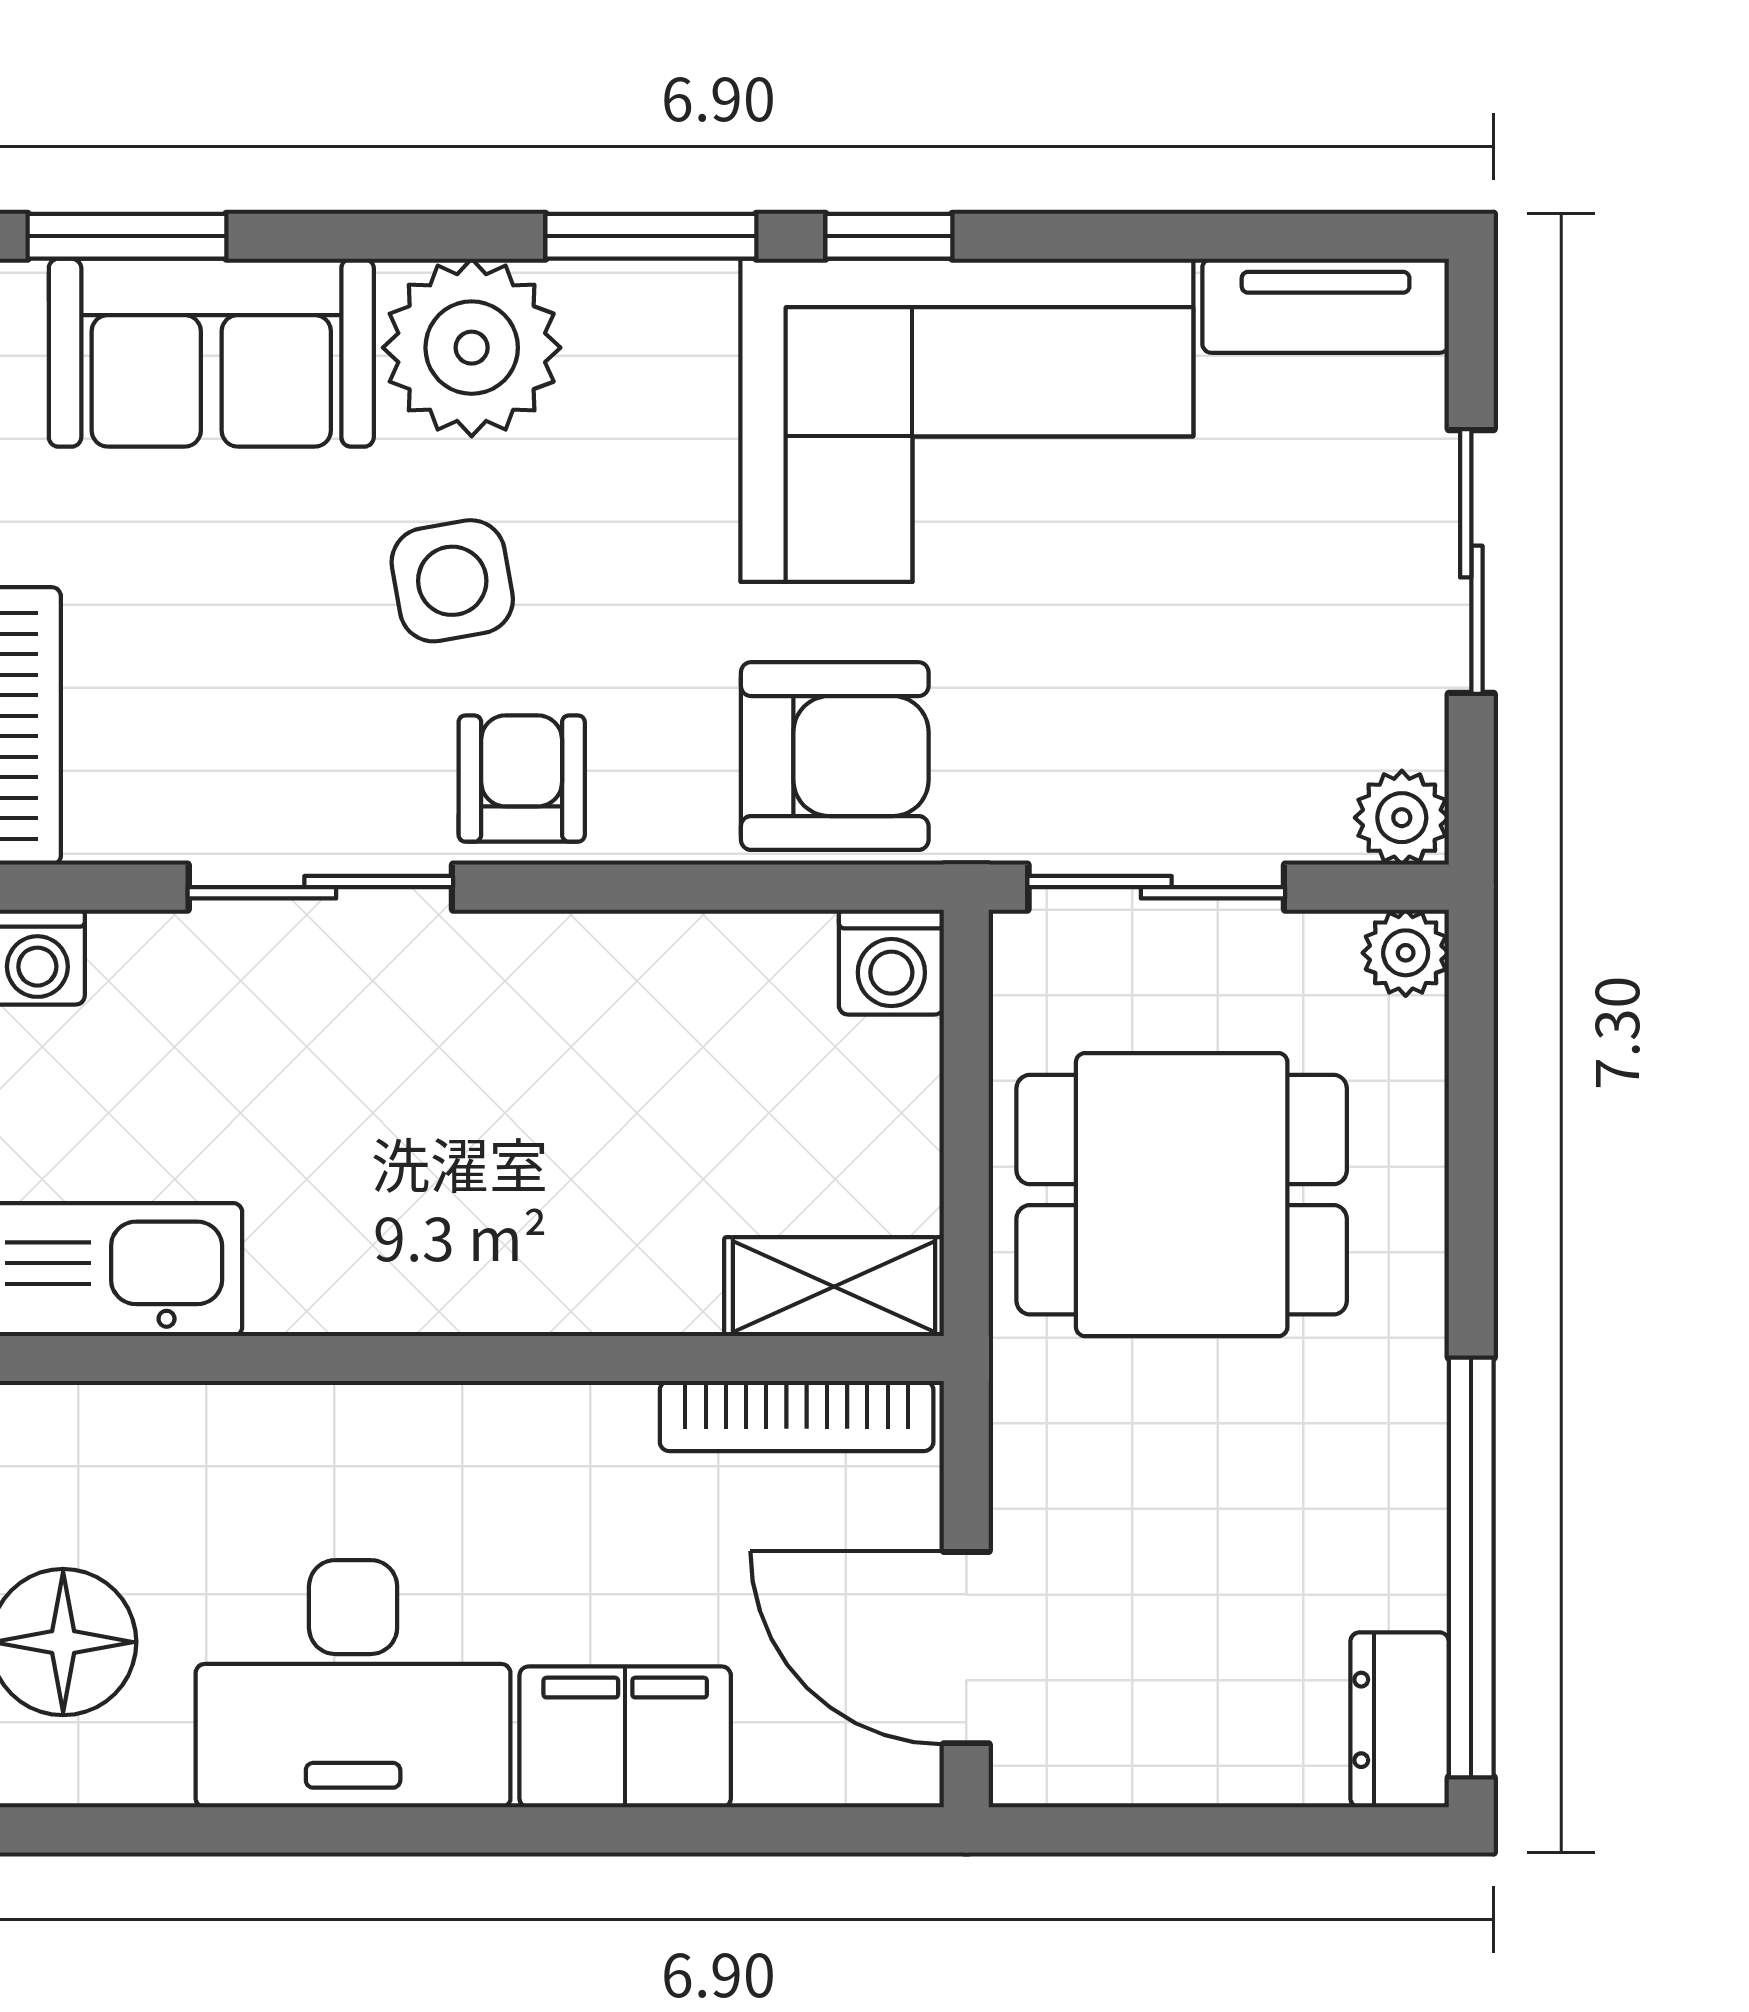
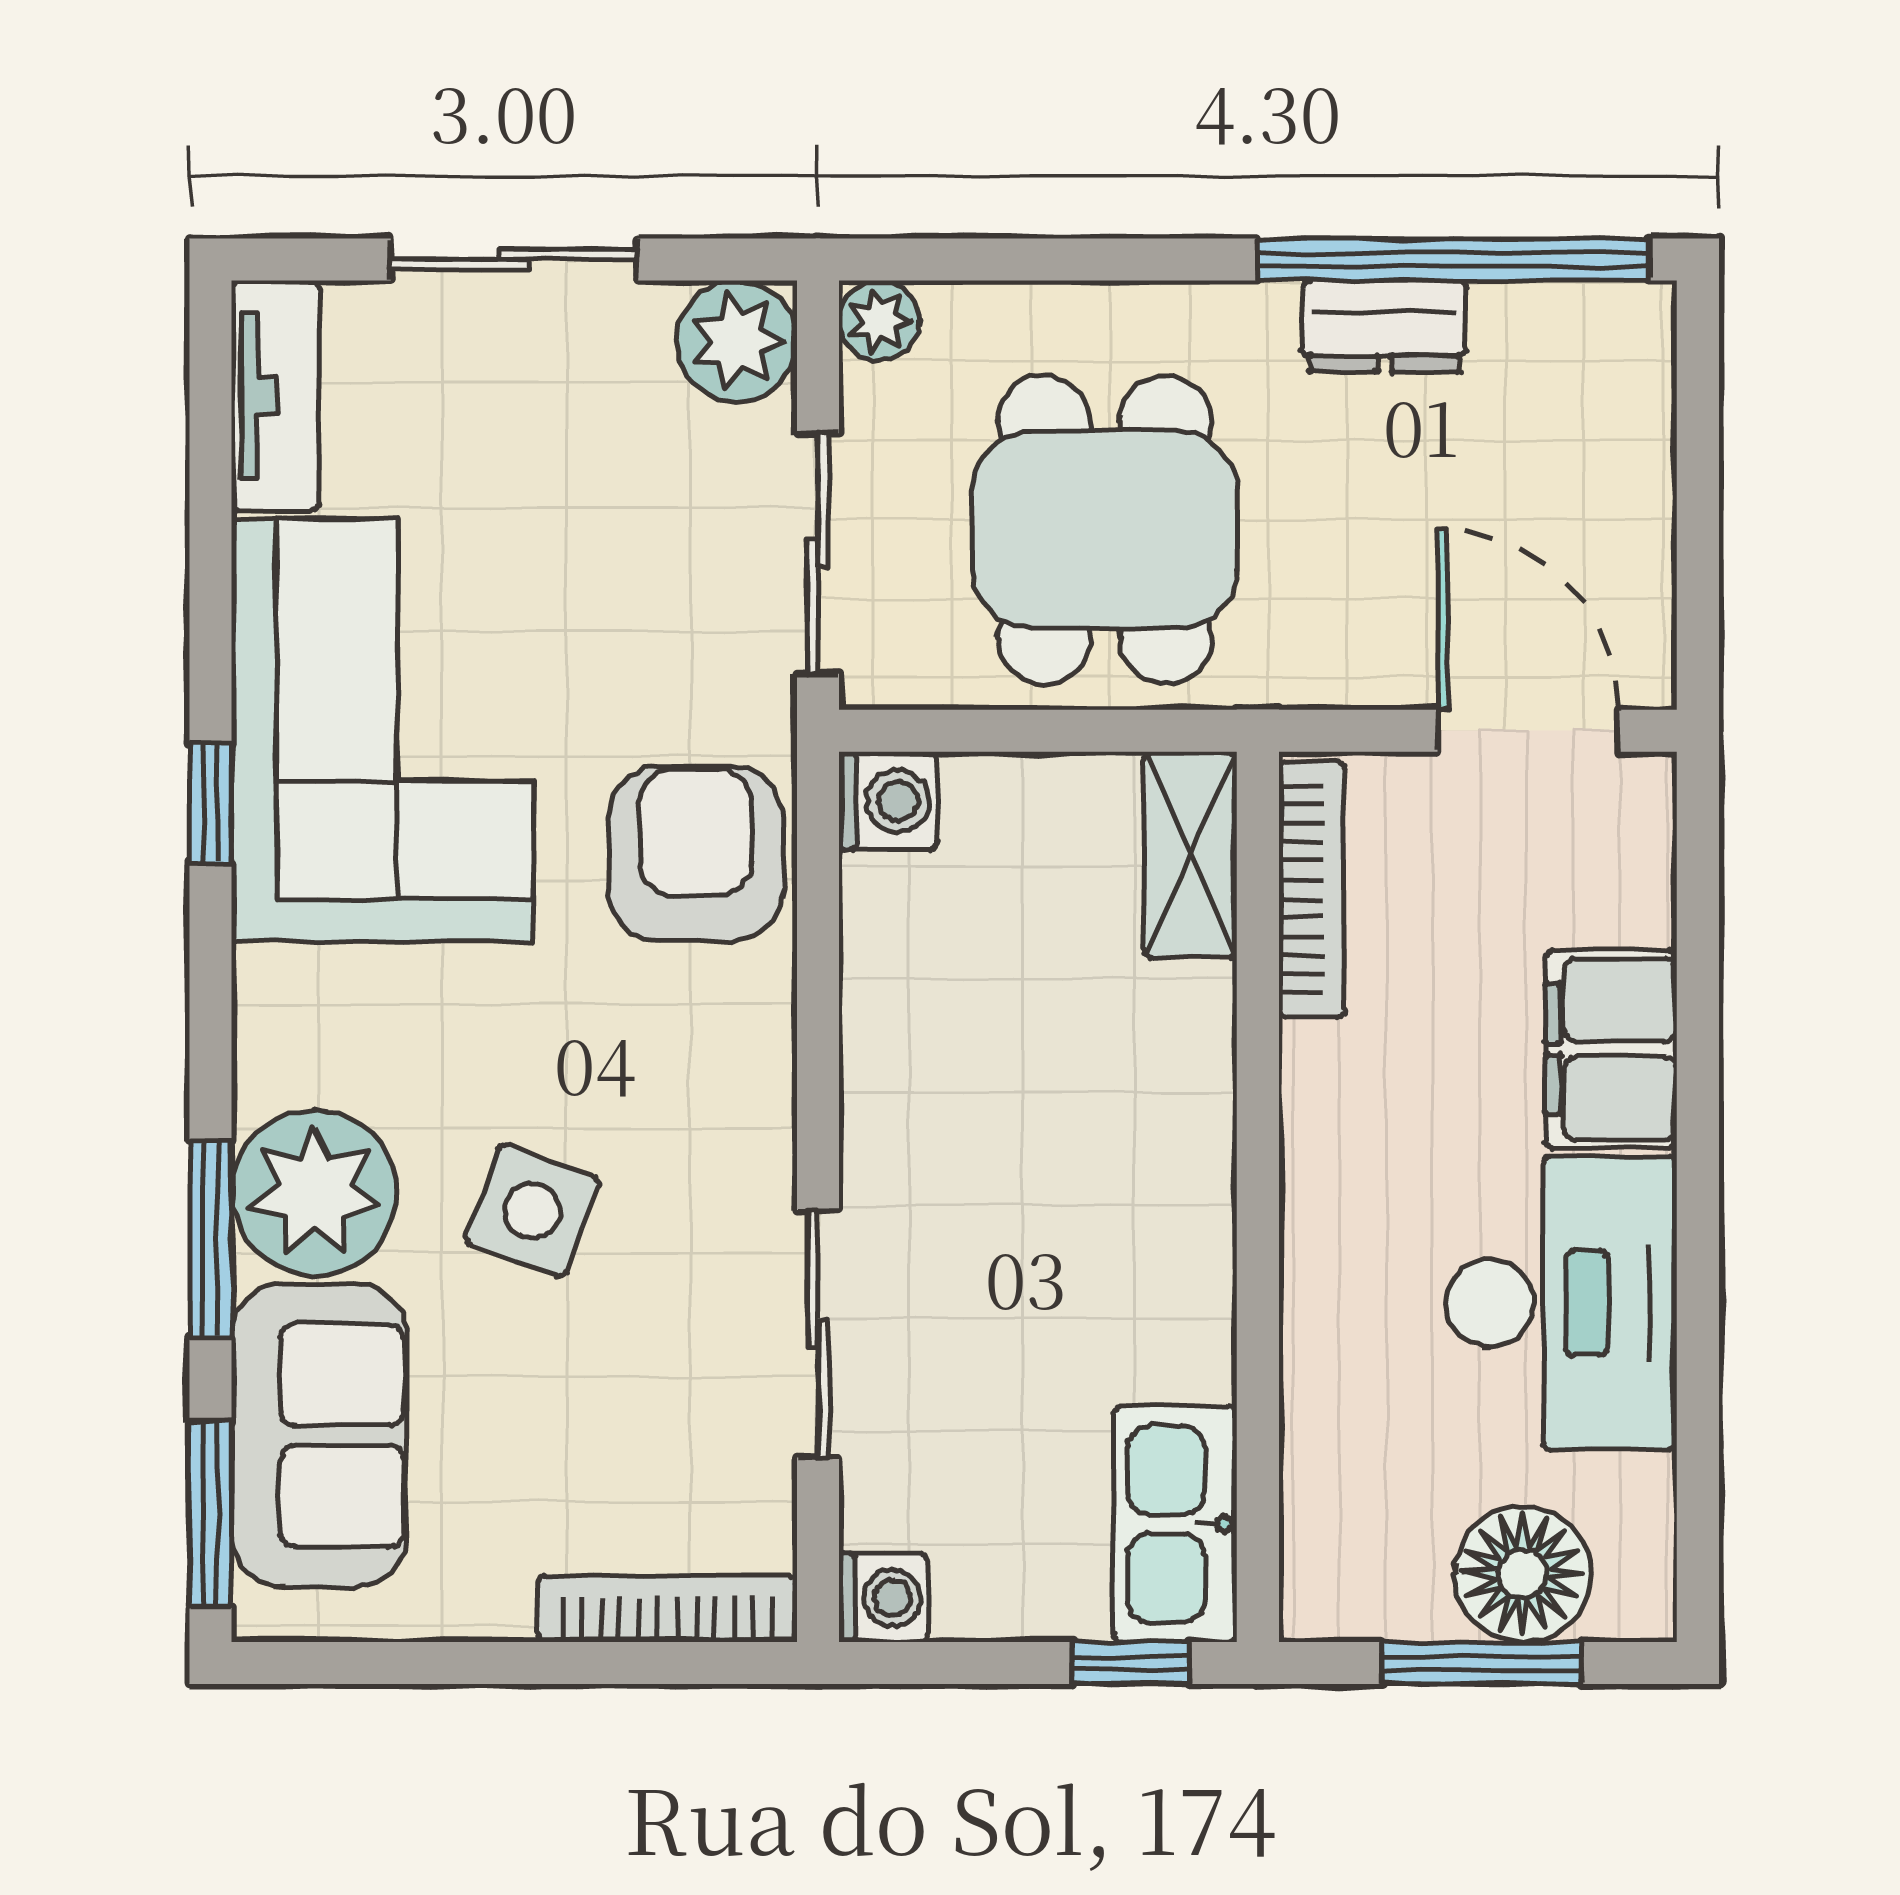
window: (651, 236) -> (210, 1240), moved
side table: (452, 581) -> (532, 1211), turned 30
armchair: (522, 779) -> (717, 1146), removed
plant: (1402, 818) -> (737, 341), width x1.38, depth x1.38
door: (966, 1648) -> (1528, 731), swing flipped
dresser: (1400, 1720) -> (1384, 326), moved

